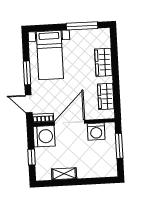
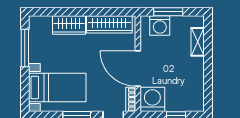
wardrobe: (106, 96) -> (109, 24), width x1.50
washing machine: (96, 132) -> (160, 25), moved, turned 90
shelving: (64, 174) -> (198, 42), moved

